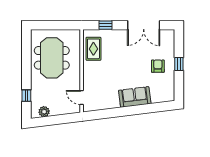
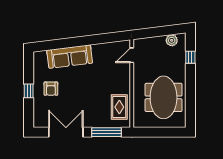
window: (106, 25) -> (106, 132), width x2.17
sofa: (135, 97) -> (70, 57), width x1.36
door: (82, 98) -> (132, 55), swing flipped

